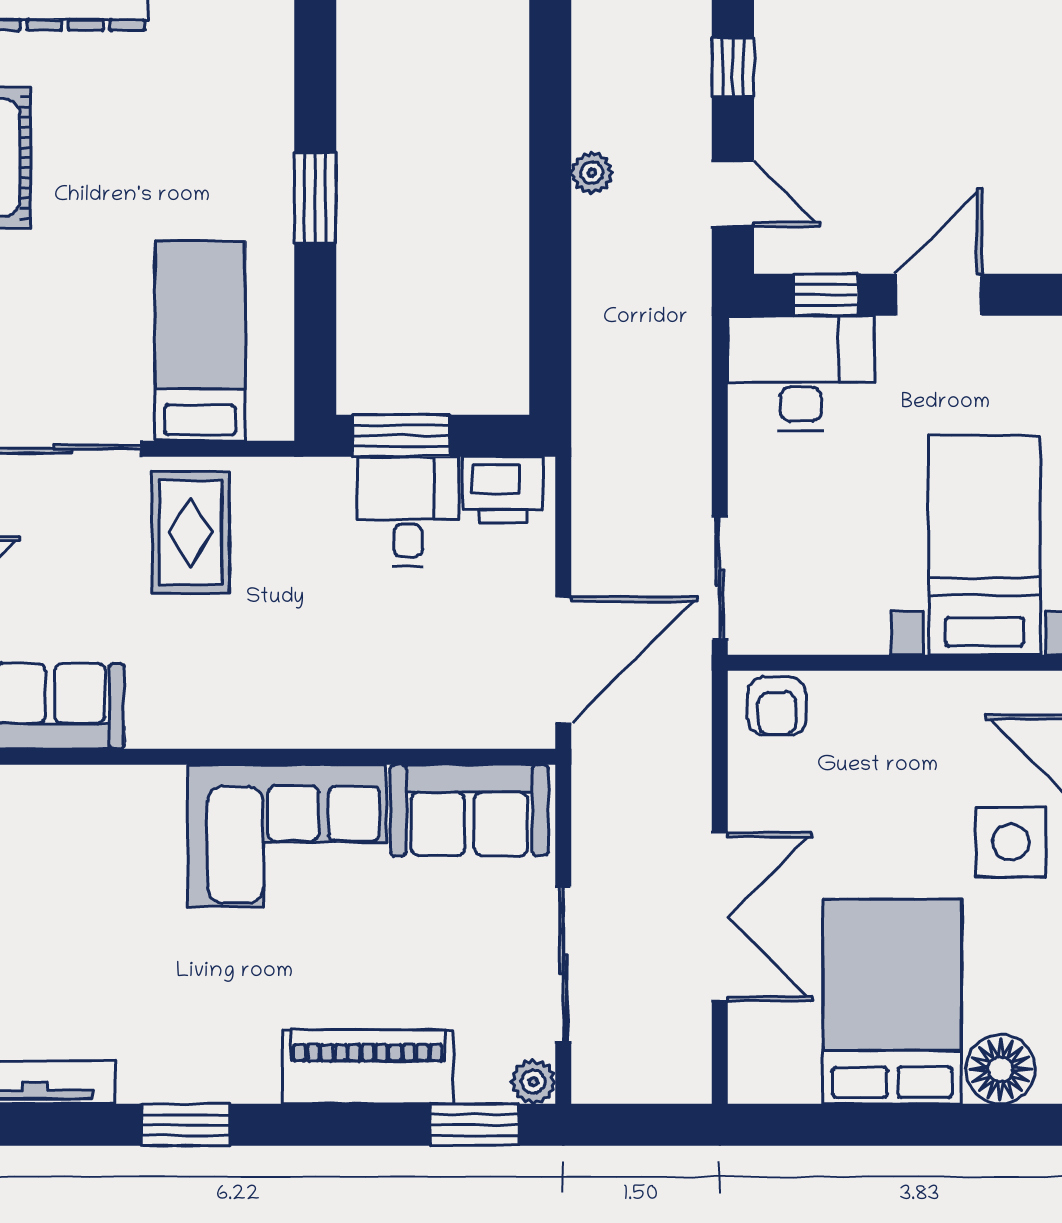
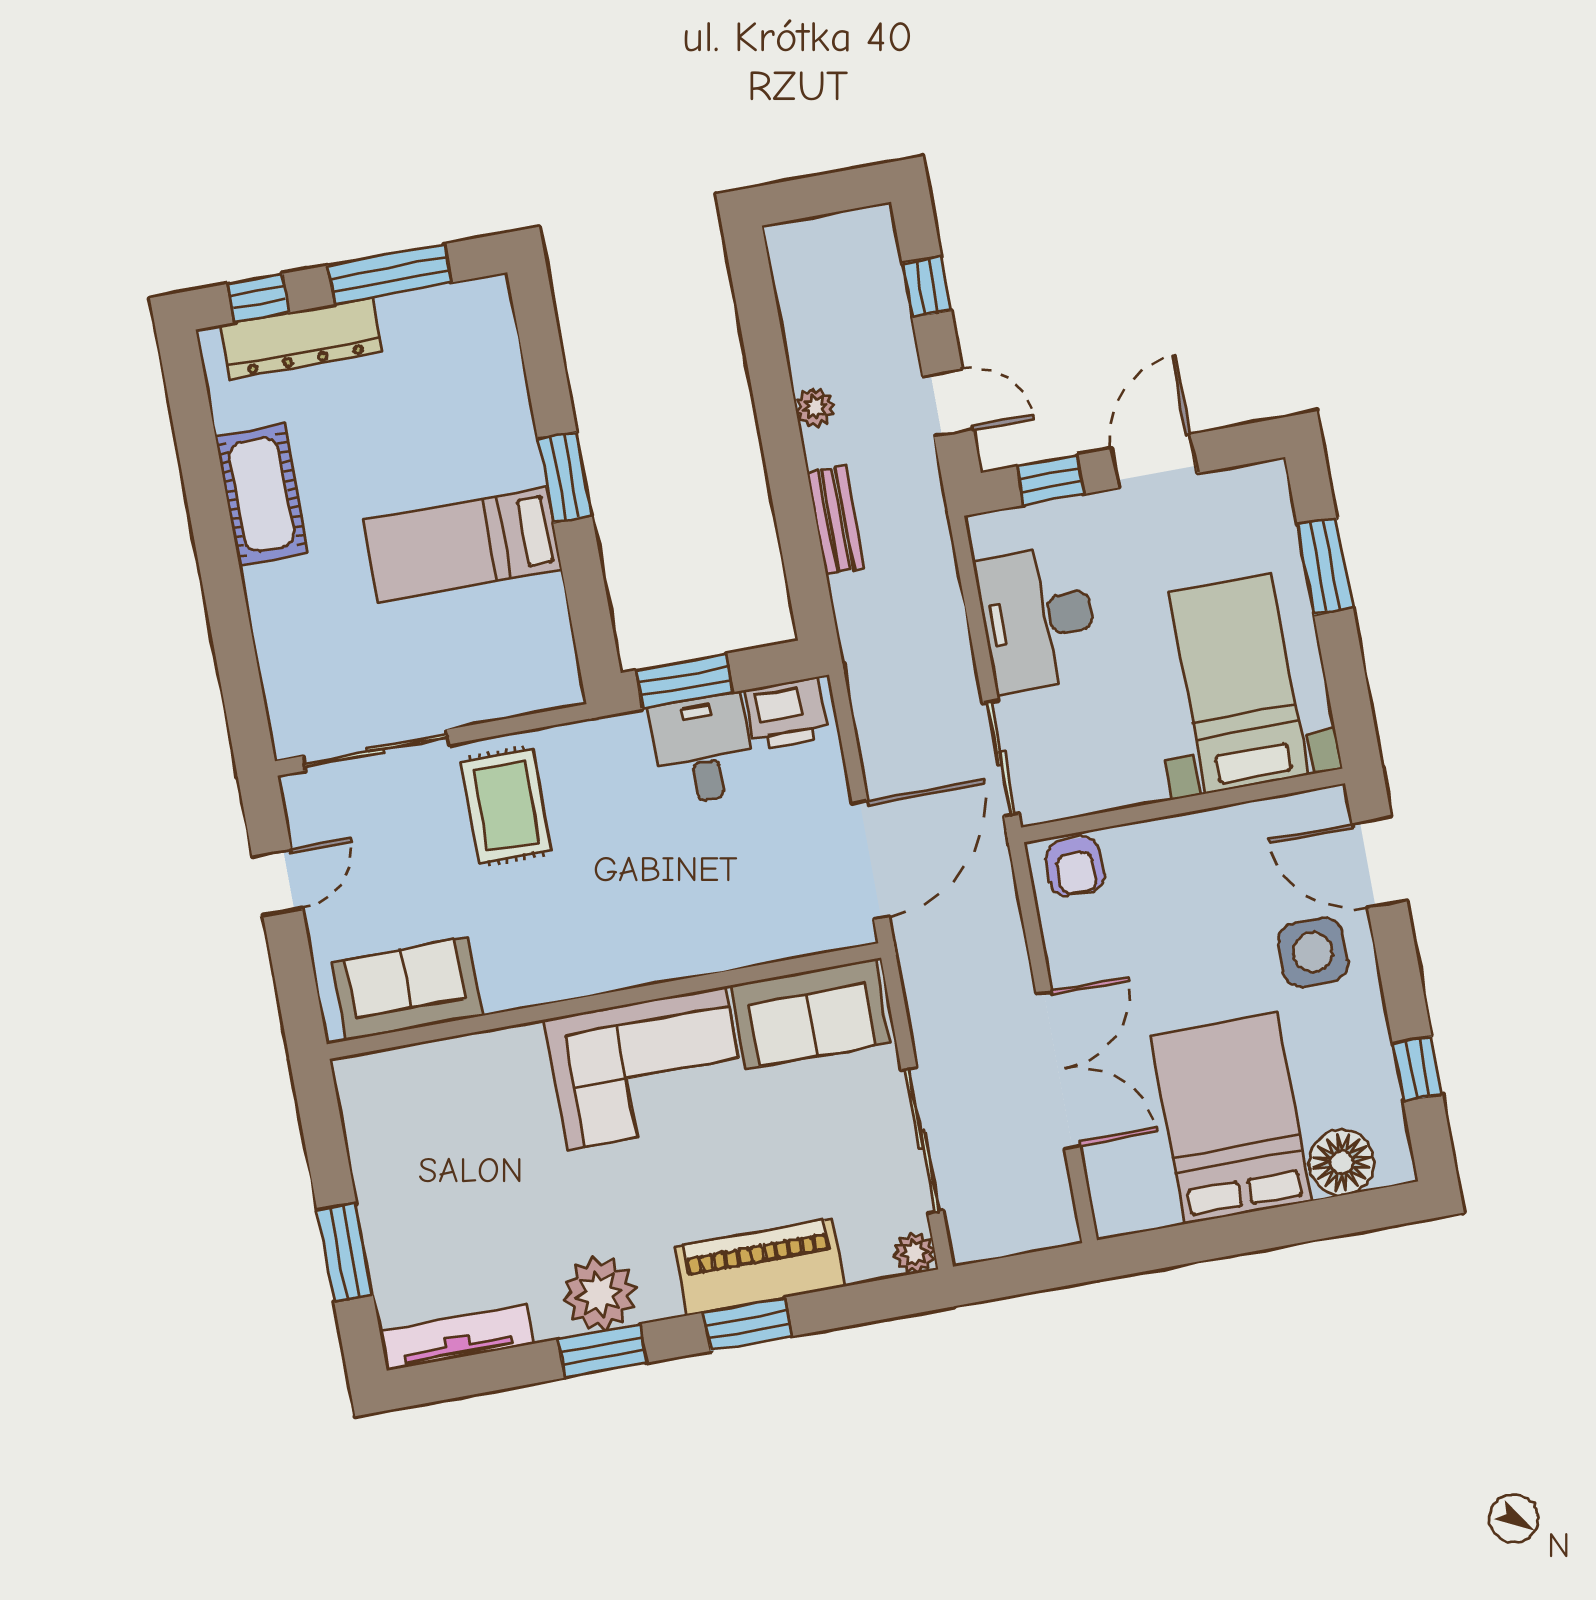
bench: (592, 295) -> (836, 520), added
bed: (200, 341) -> (462, 545), moved, turned -90
desk: (801, 373) -> (1037, 618), moved, turned -90
plant: (194, 1064) -> (599, 1294), added
window: (475, 1125) -> (748, 1324), moved

